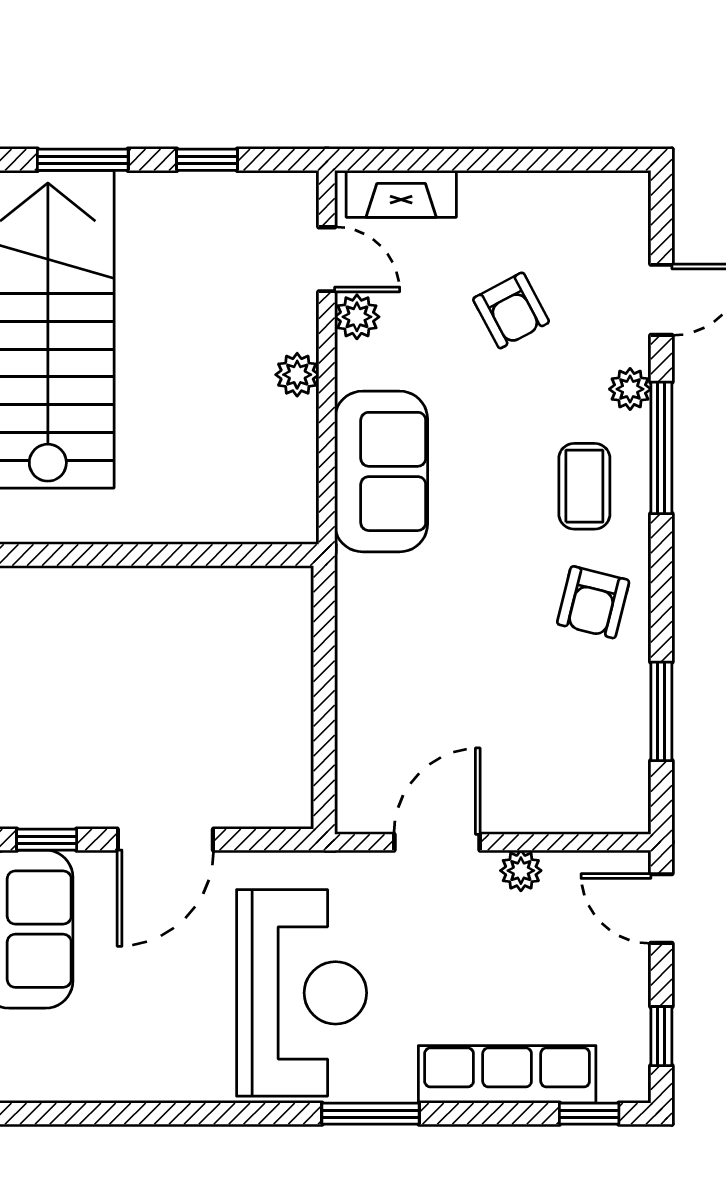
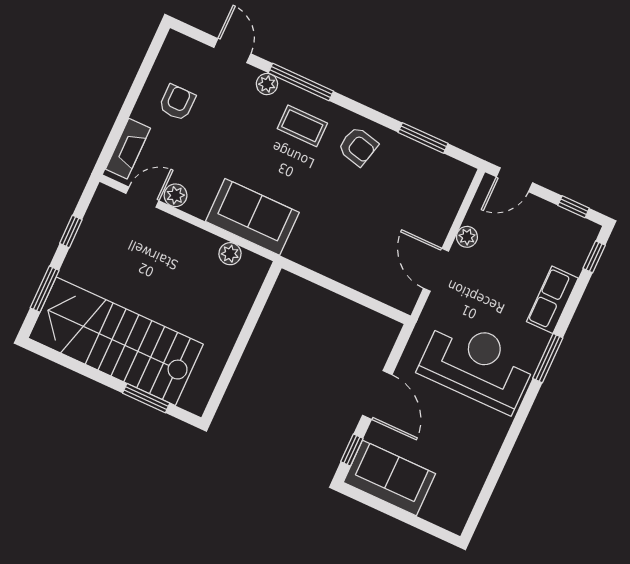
armchair: (511, 310) -> (177, 103), moved, turned -62
plant: (297, 375) -> (230, 254), moved
row of seats: (507, 1074) -> (552, 300), width x0.68

